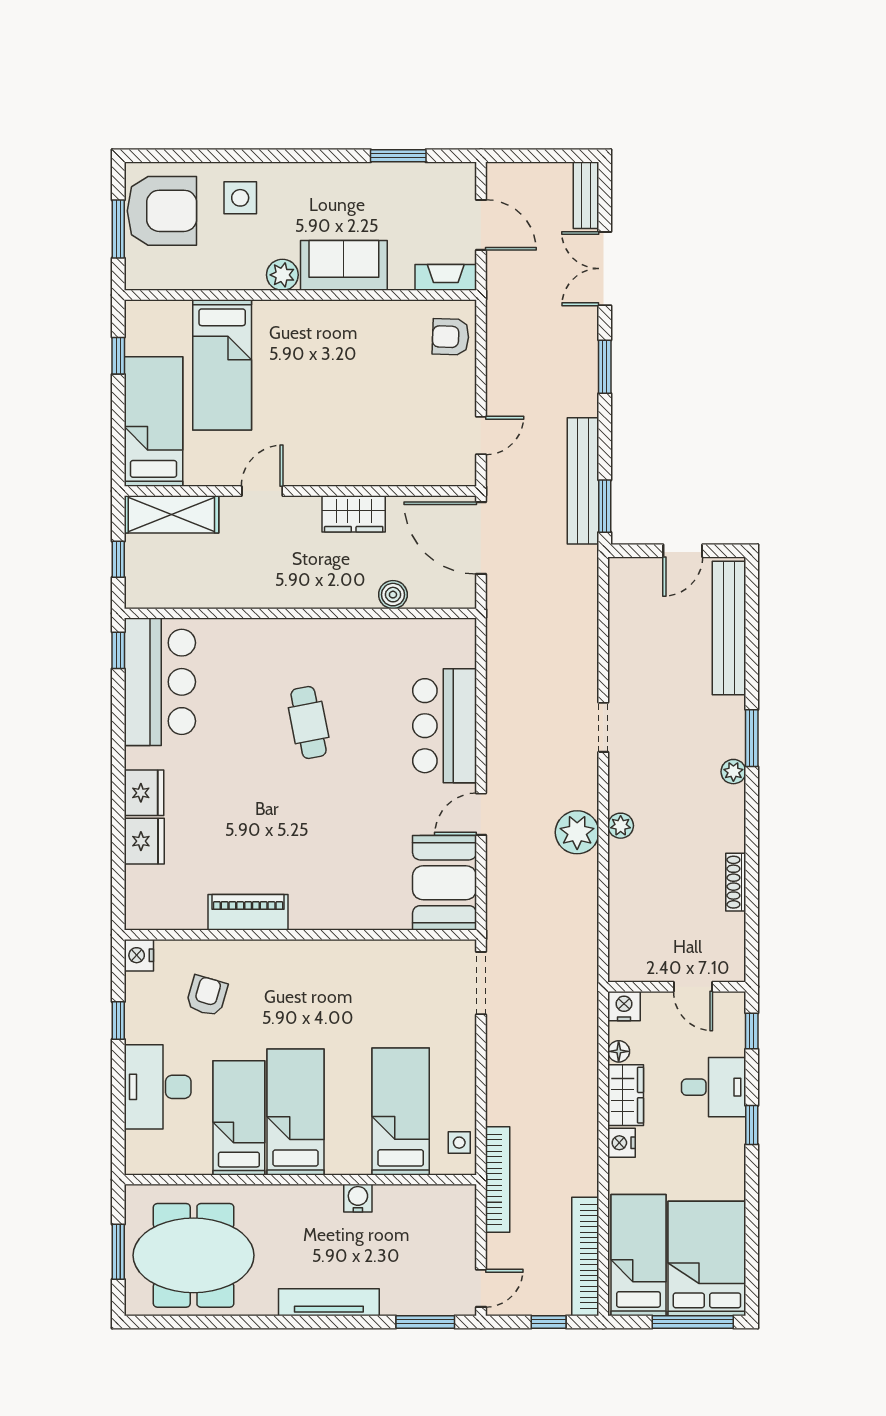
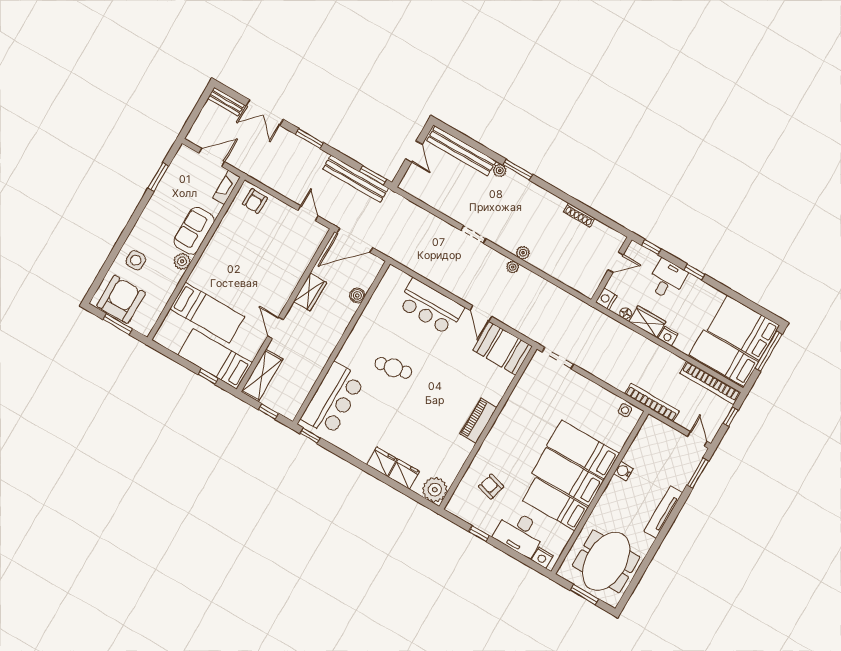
window: (118, 356) -> (208, 377), moved
bar counter: (160, 682) -> (333, 399), moved, turned 90
plant: (733, 772) -> (500, 170), moved
plant: (577, 832) -> (513, 267), width x0.53, depth x0.53
plant: (148, 906) -> (435, 490), added
piano: (248, 912) -> (478, 421), moved
nightstand: (139, 955) -> (542, 558), moved
bed: (401, 1112) -> (583, 450), moved

